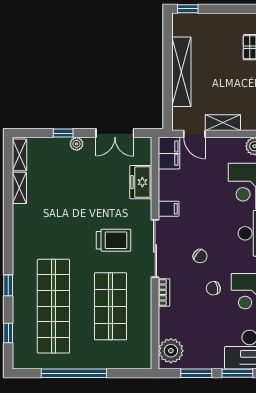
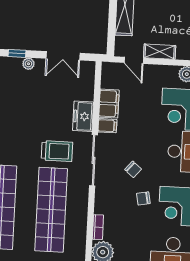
filing cabinet: (169, 153) -> (109, 104), moved
freezer: (141, 182) -> (83, 116), moved
bookcase: (164, 292) -> (98, 227), moved
shop shelf: (111, 306) -> (51, 210), width x1.40

